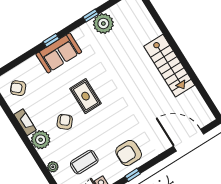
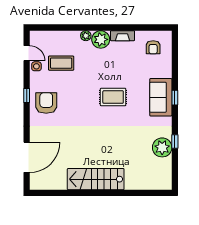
armchair: (18, 88) -> (153, 47), turned 139
armchair: (65, 122) -> (103, 68), removed
coffee table: (84, 162) -> (61, 63), turned 90
plant: (53, 167) -> (86, 36), moved

